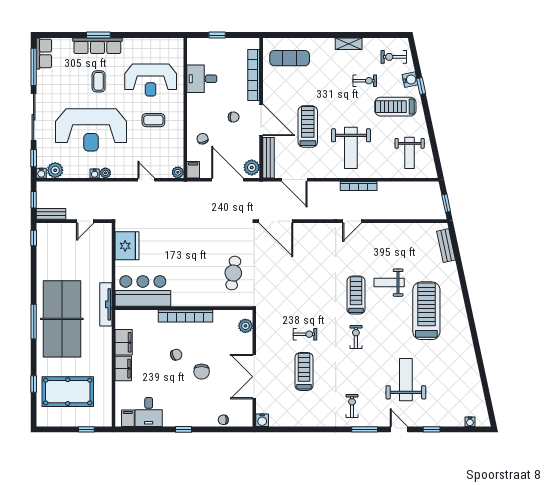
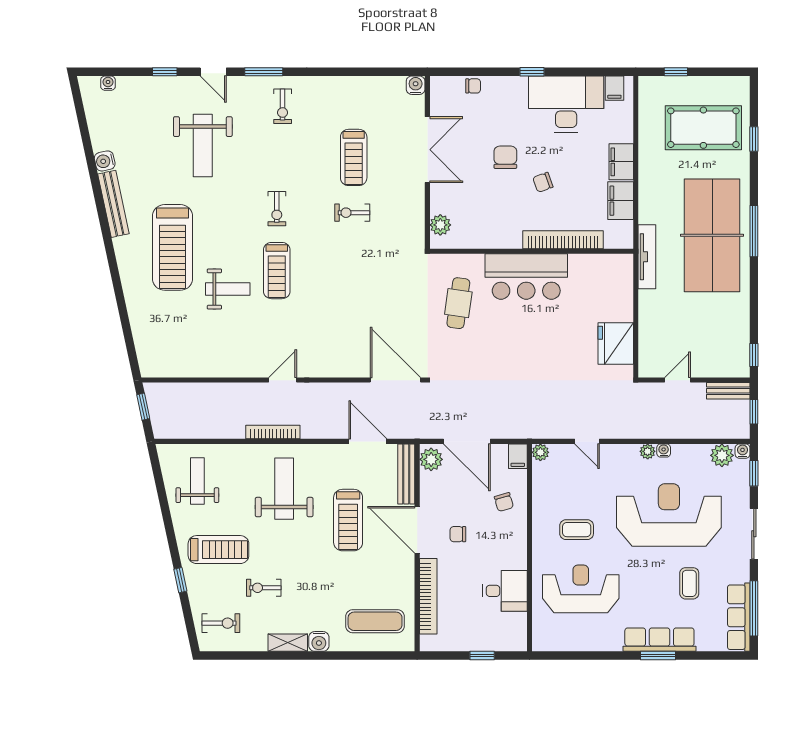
row of seats: (44, 53) -> (739, 617), width x1.48
water cooler: (410, 80) -> (319, 641), moved, turned -78
coffee table: (99, 81) -> (689, 583), moved
sliding door: (34, 117) -> (754, 534), width x0.73
bench: (446, 246) -> (113, 204), moved, width x1.36
bar counter: (143, 291) -> (526, 277), moved
bookcase: (186, 316) -> (563, 240), moved
water cooler: (472, 369) -> (105, 161), added
desk: (149, 412) -> (566, 104), width x1.87, depth x1.30

